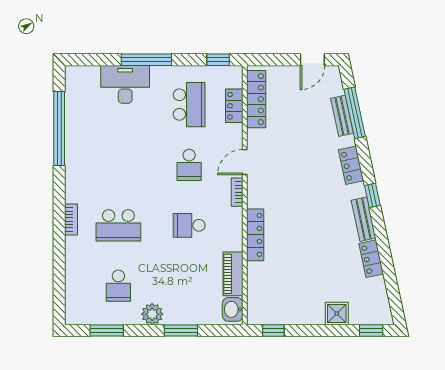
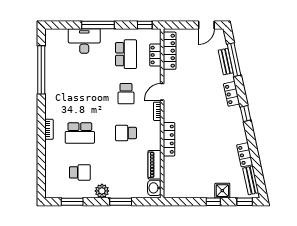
bench: (363, 219) -> (251, 180), moved
school desk: (118, 286) -> (80, 172), turned -90
window: (273, 331) -> (213, 202), moved

